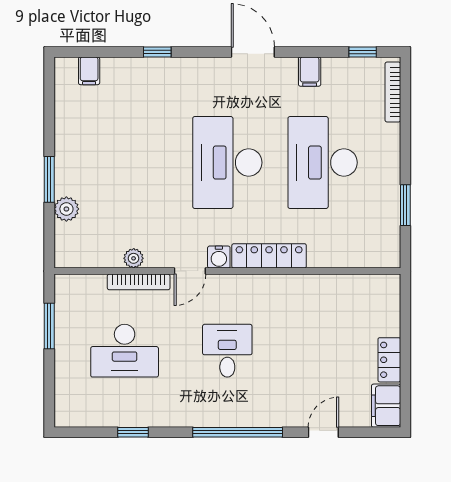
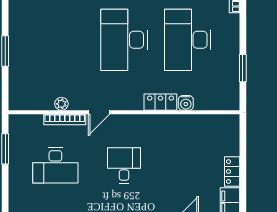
plant: (66, 209) -> (17, 71), removed
locker: (269, 256) -> (160, 102), width x0.66
water cooler: (219, 257) -> (186, 103), moved

